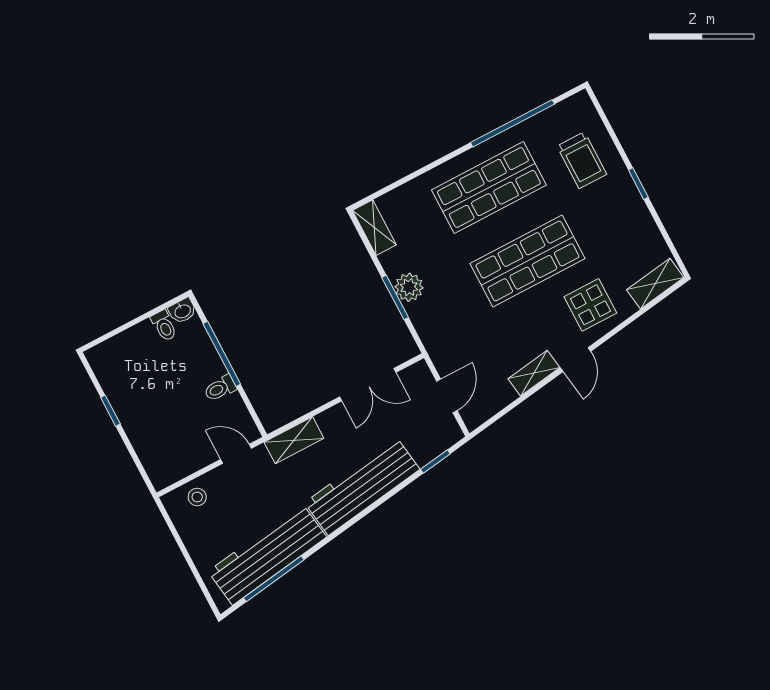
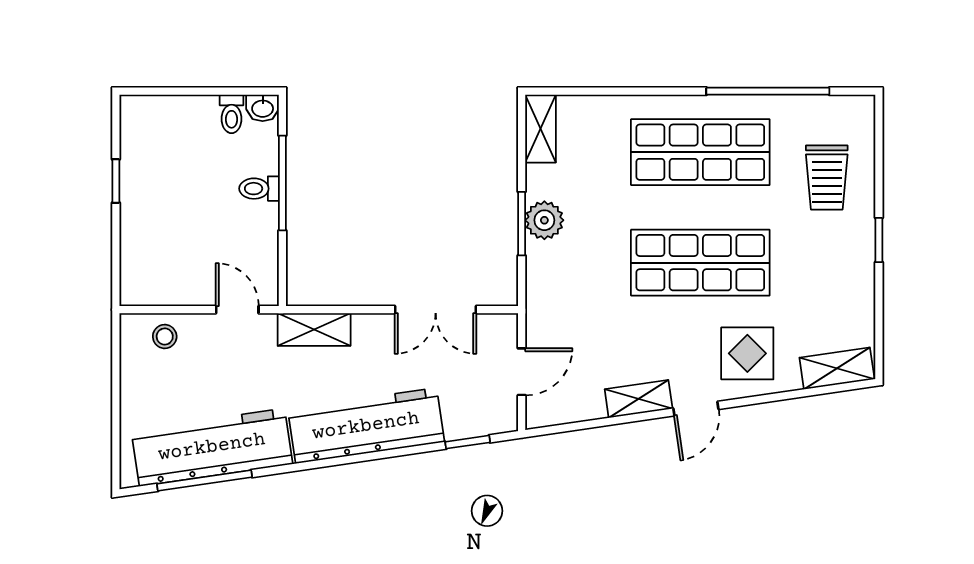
toilet: (220, 388) -> (259, 189), moved

